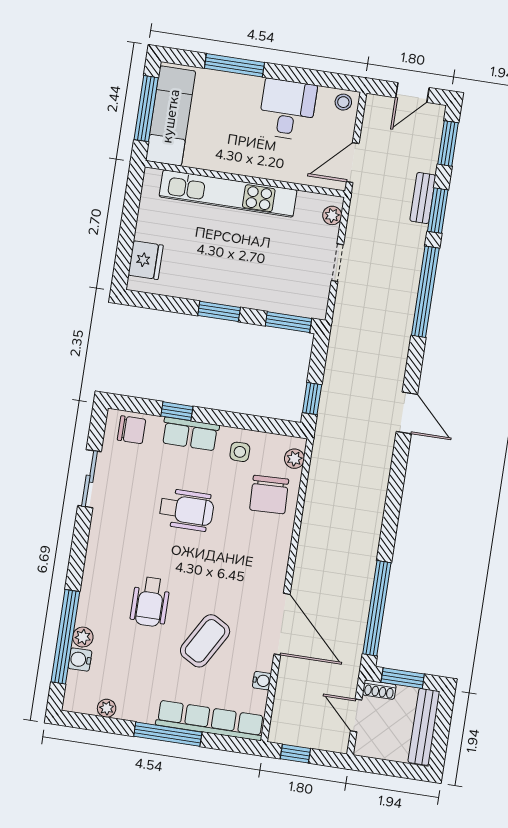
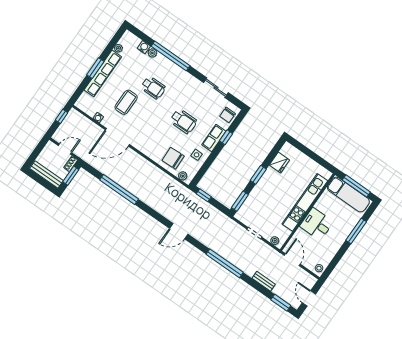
desk: (287, 109) -> (317, 224), moved, turned 180
window: (438, 211) -> (255, 285), removed
fridge: (146, 260) -> (279, 163), moved, turned -90
wheelchair: (187, 510) -> (184, 121), turned -90
wheelchair: (150, 602) -> (153, 88), turned 180
window: (377, 608) -> (119, 189), moved
window: (65, 637) -> (171, 56), moved
coffee table: (205, 641) -> (126, 102), turned 60
row of seats: (210, 720) -> (103, 73), moved
window: (168, 734) -> (95, 68), width x0.69

